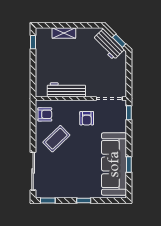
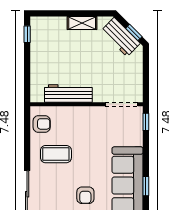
shelving: (64, 33) -> (82, 23), moved
armchair: (87, 118) -> (85, 195), moved
coffee table: (56, 139) -> (56, 154), turned 44

